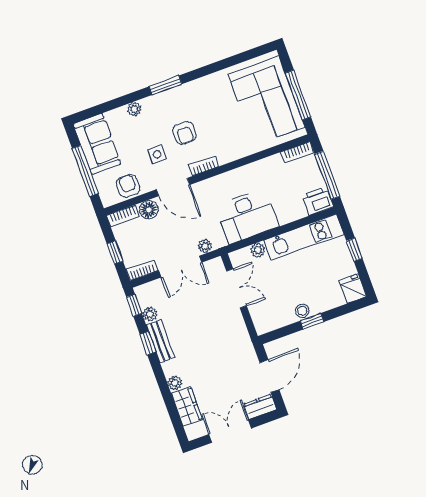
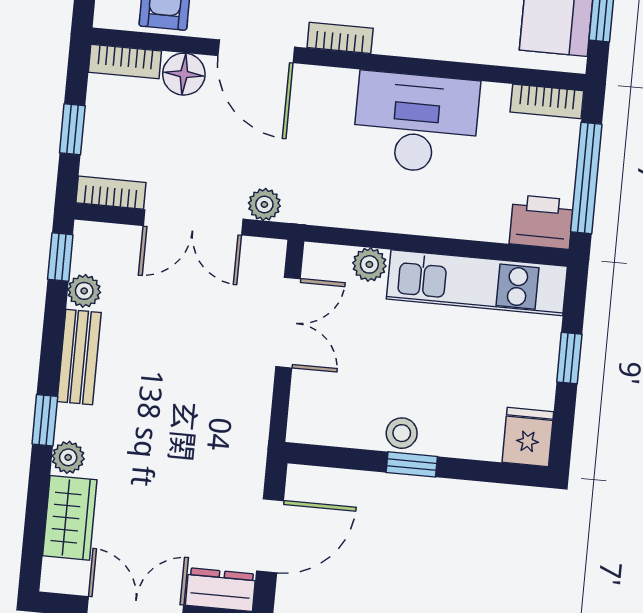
desk: (247, 216) -> (416, 123), moved, turned 180
window: (148, 343) -> (45, 420), moved

